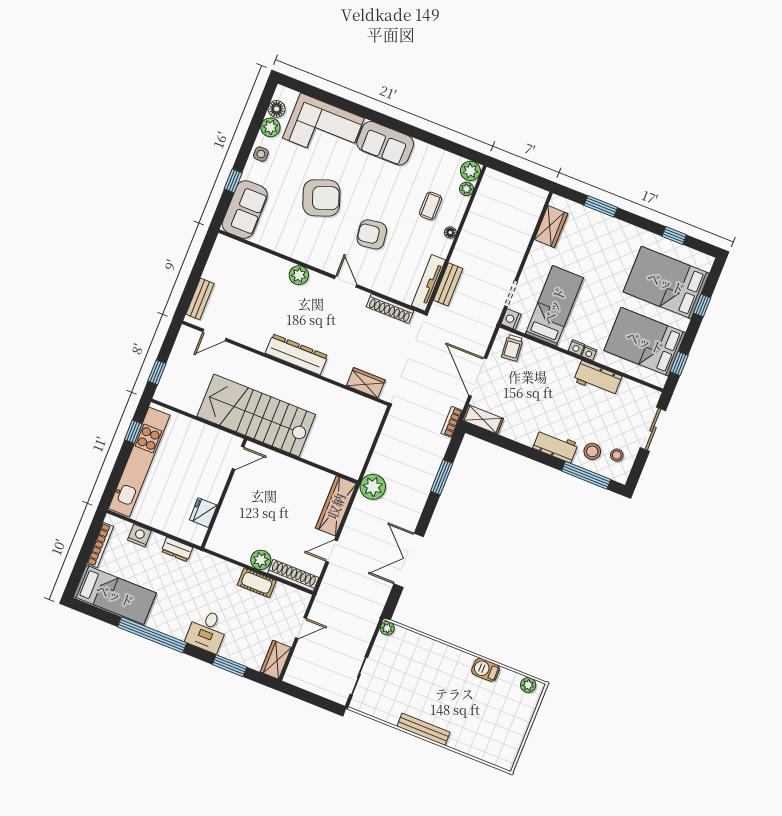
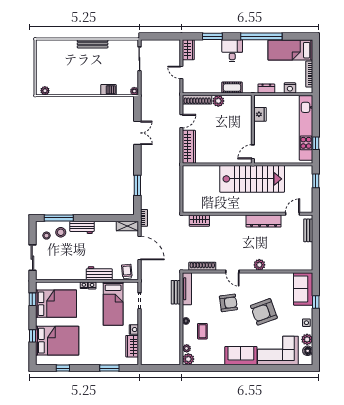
nightstand: (511, 319) -> (134, 330), moved
dresser: (297, 354) -> (264, 221), moved
workbench: (598, 379) -> (99, 273), moved
plant: (373, 487) -> (173, 165), removed
double door: (409, 560) -> (137, 133), width x0.73
cot: (257, 583) -> (232, 87), moved
door: (301, 628) -> (181, 72), hinge flipped
barbecue: (486, 670) -> (108, 90), moved

